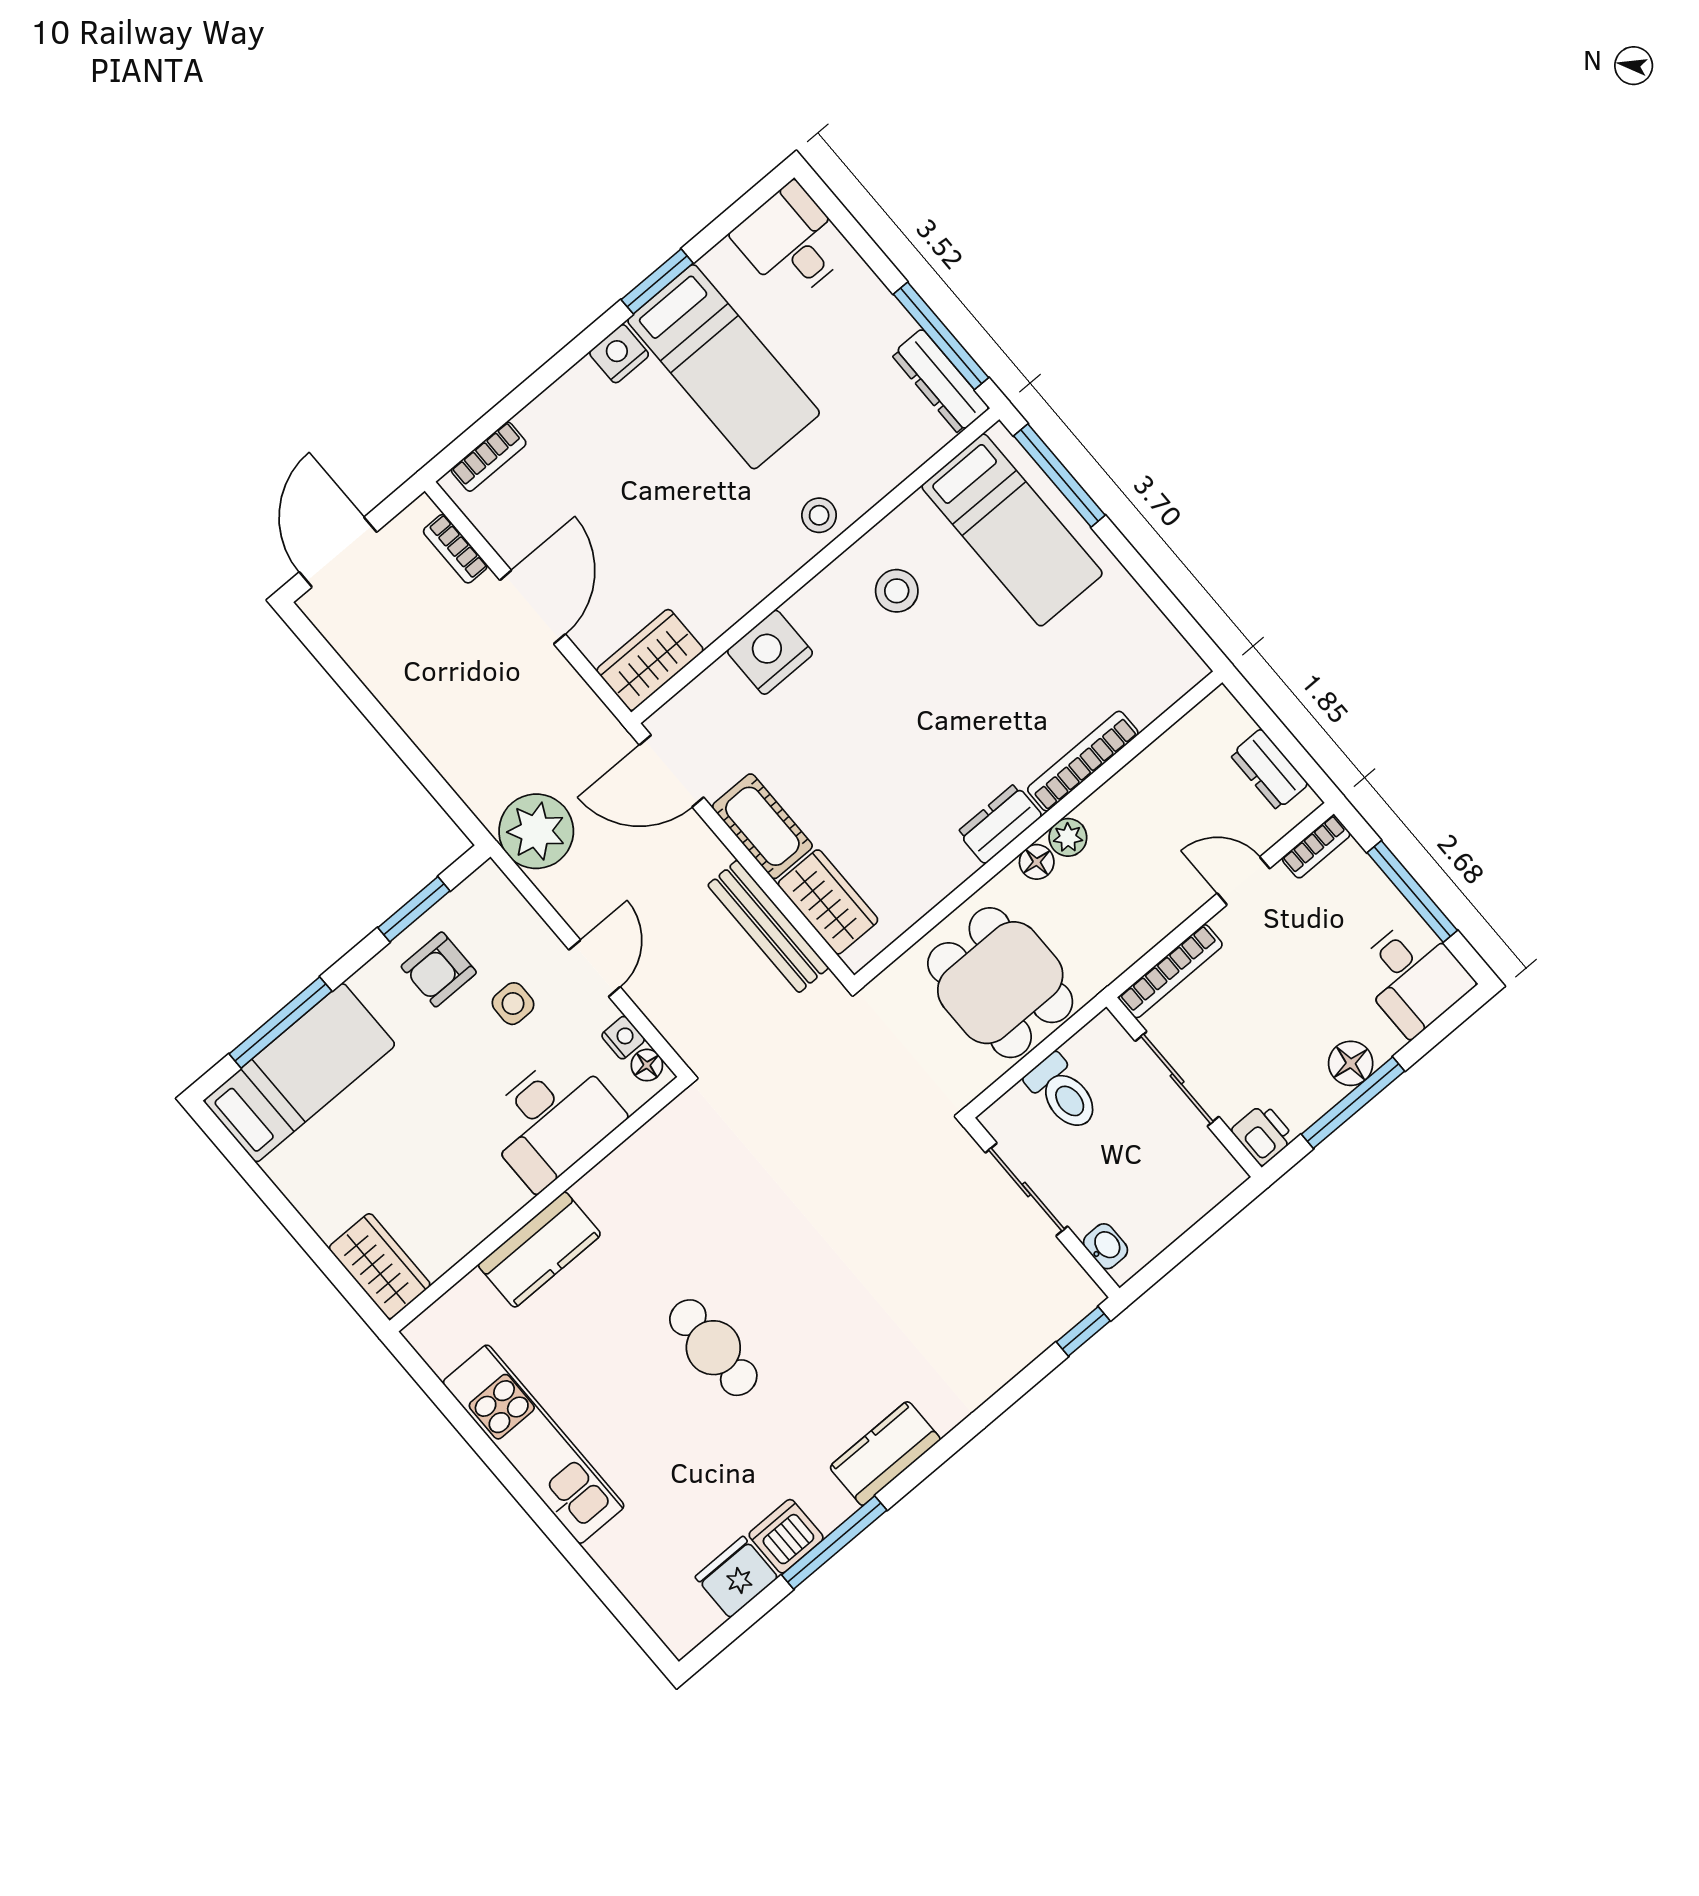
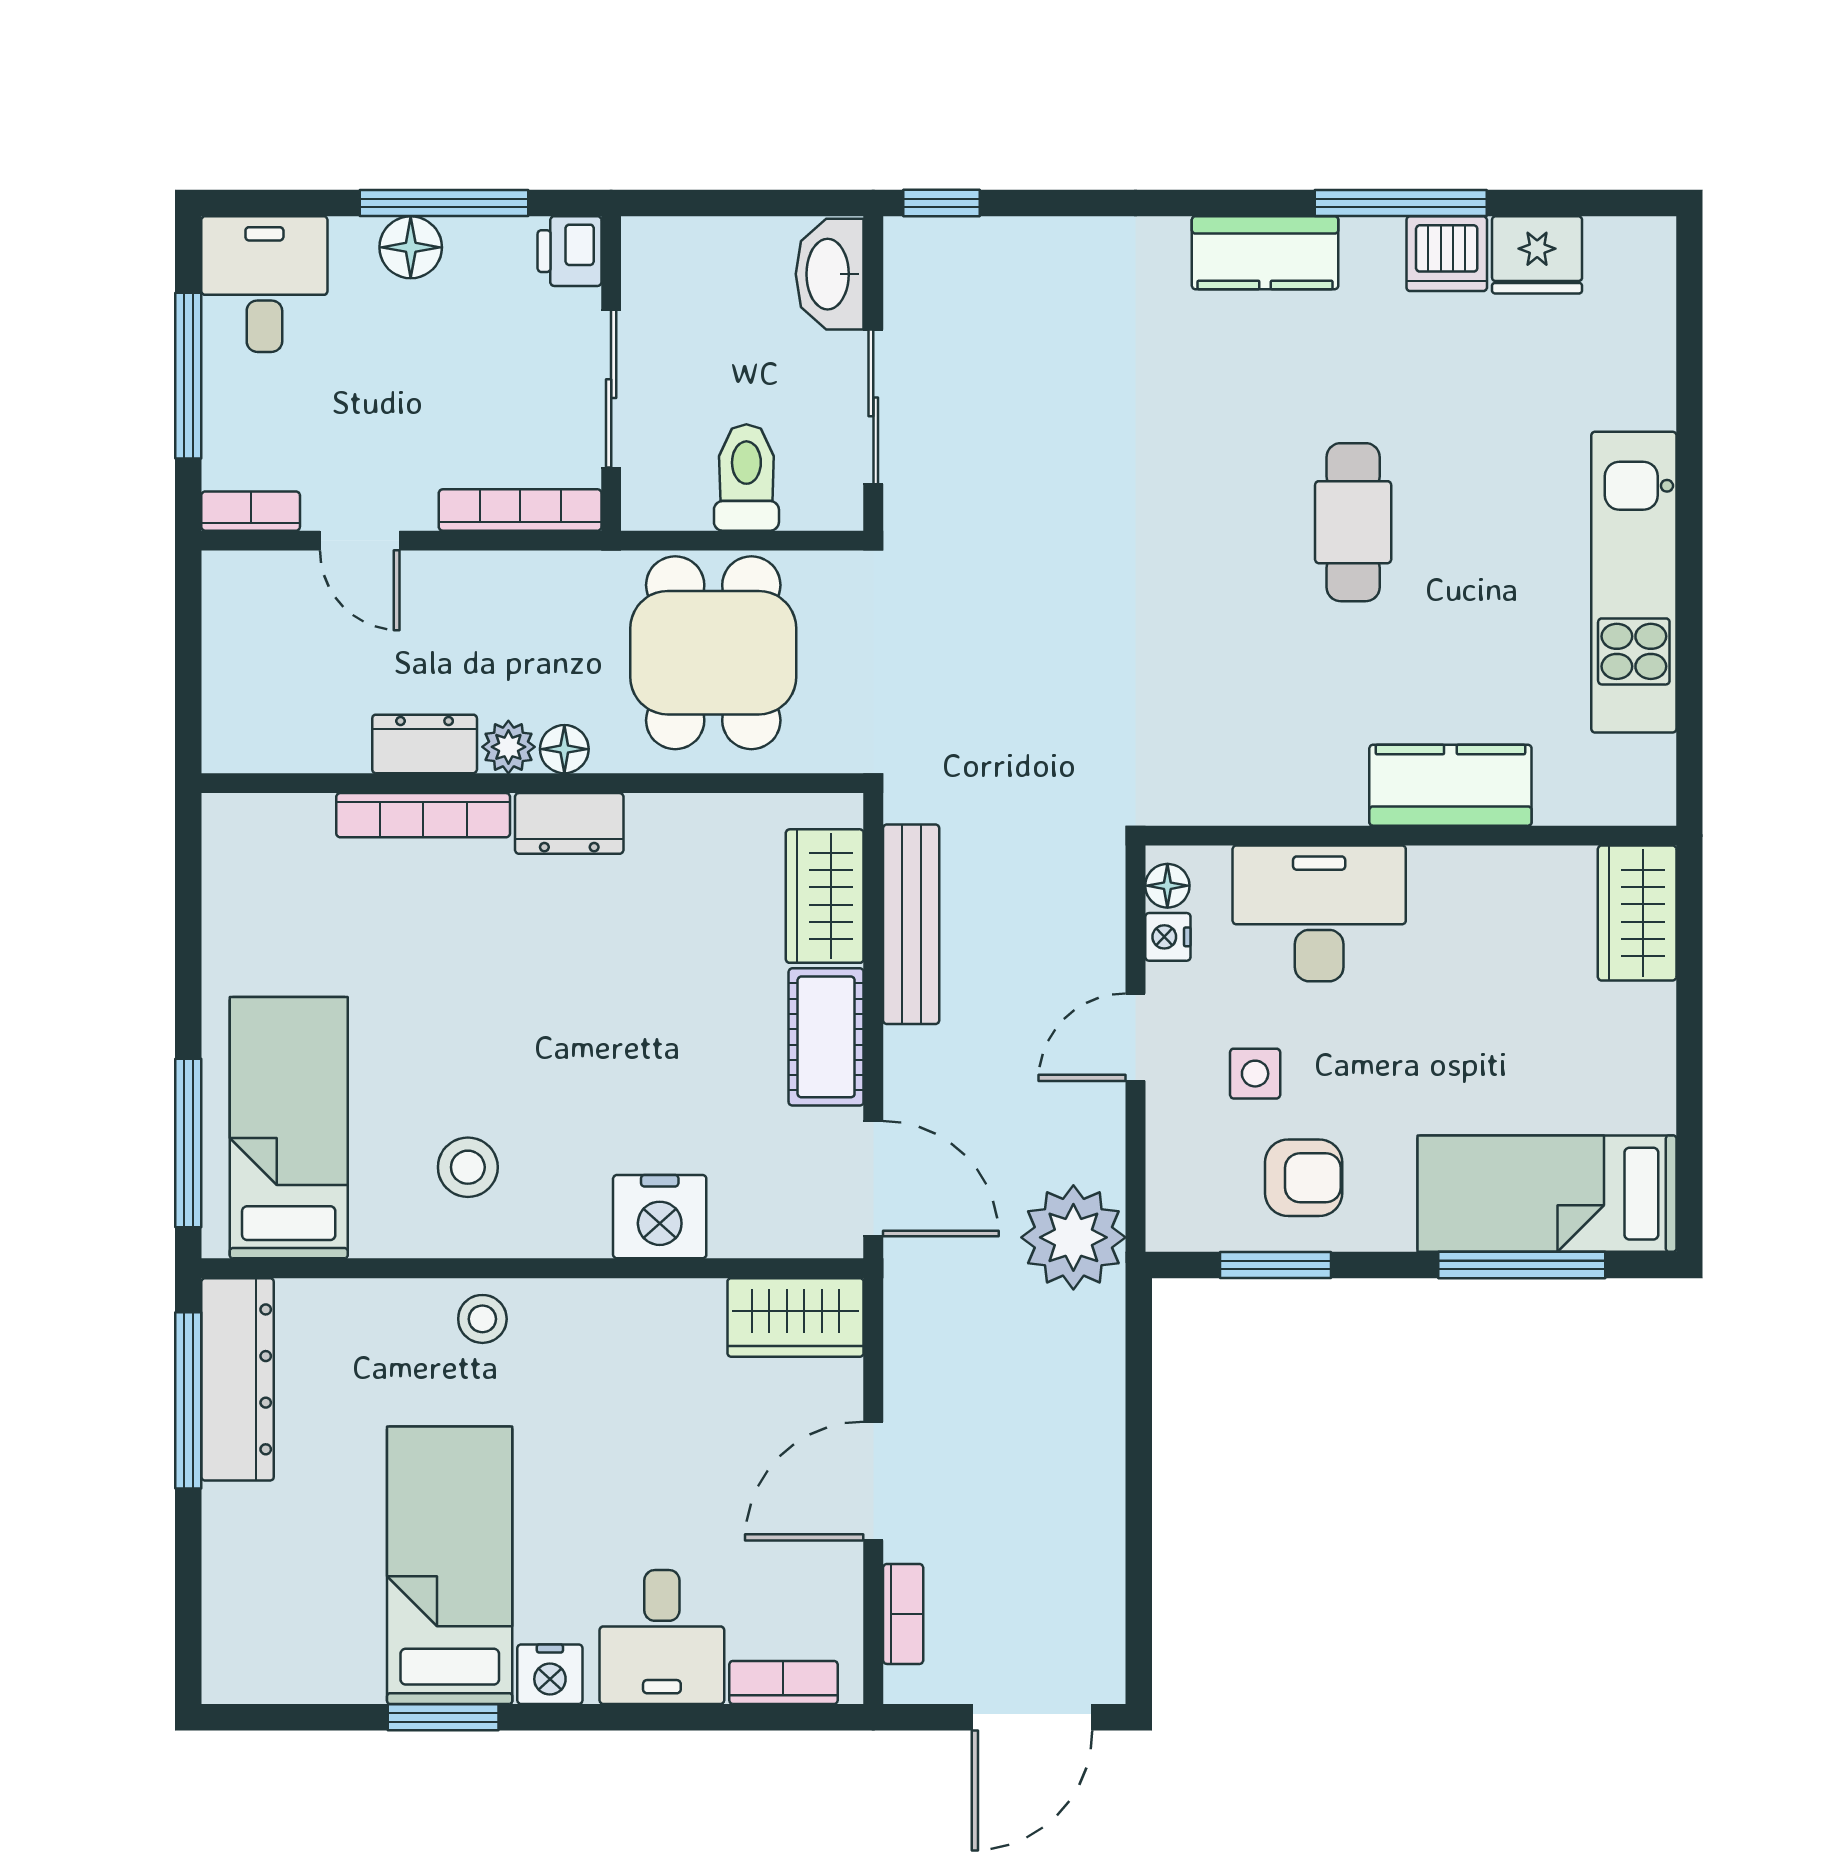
desk: (791, 242) -> (662, 1637), moved
dresser: (940, 381) -> (238, 1379), width x1.37, depth x1.24
dresser: (1269, 769) -> (425, 744), moved, turned -90
washbasin: (1106, 1246) -> (830, 274), width x1.91, depth x1.45

